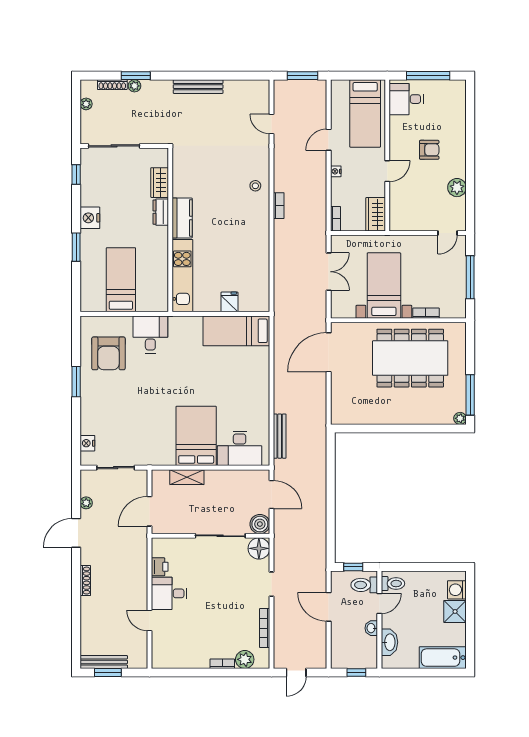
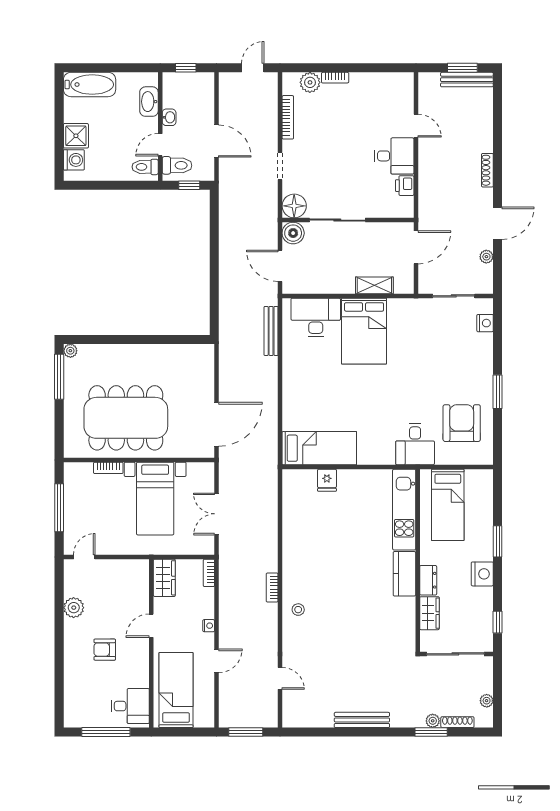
wardrobe: (160, 183) -> (429, 613), moved
dresser: (161, 212) -> (428, 580), moved
kitchen counter: (182, 218) -> (404, 574), moved
wall: (170, 230) -> (418, 560), moved
kitchen unit: (182, 276) -> (404, 510), moved

